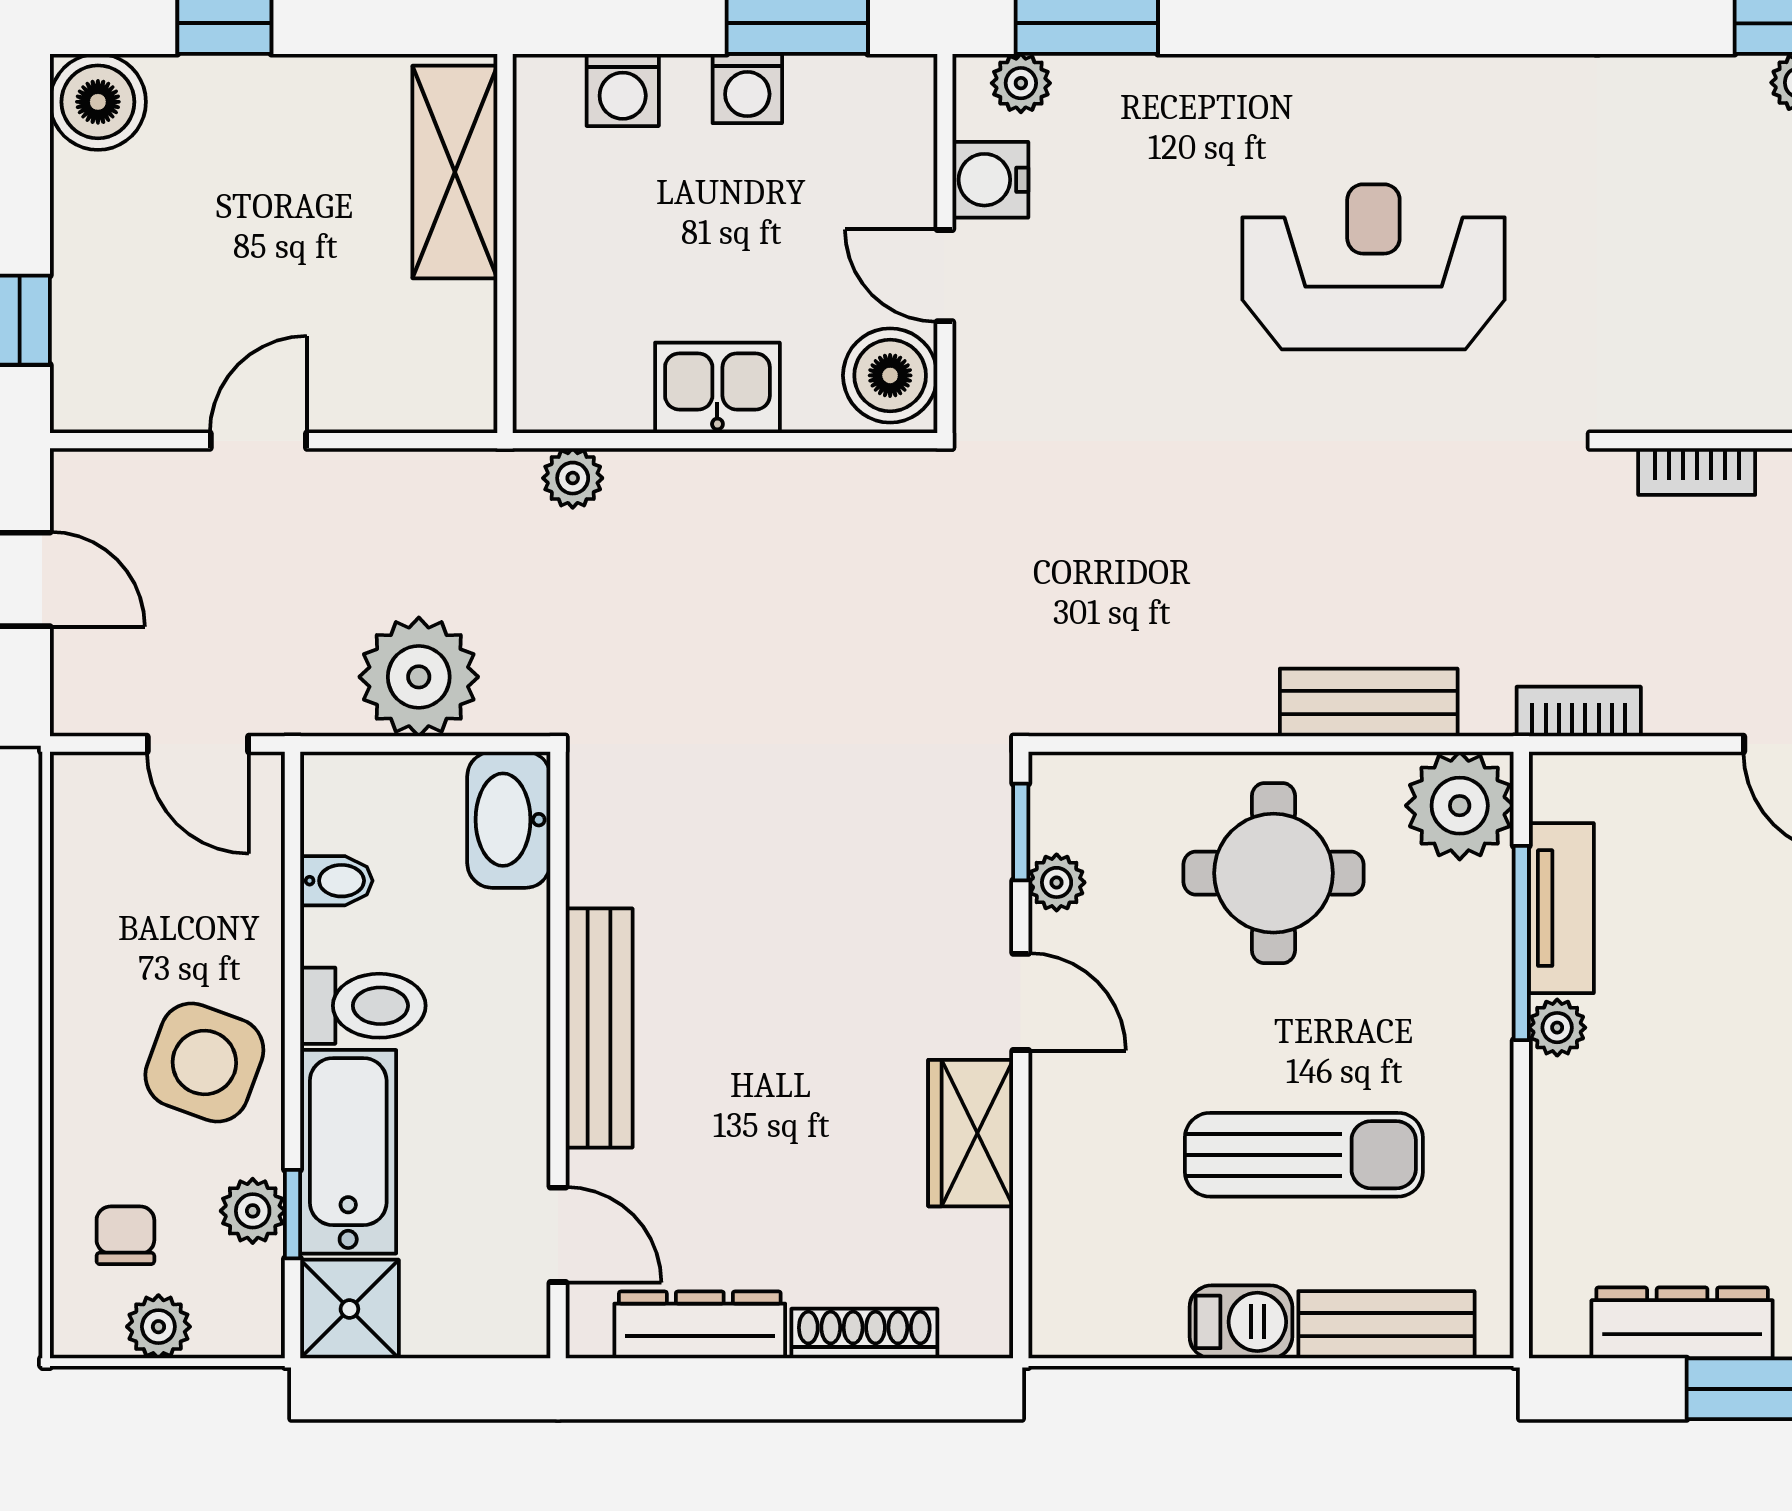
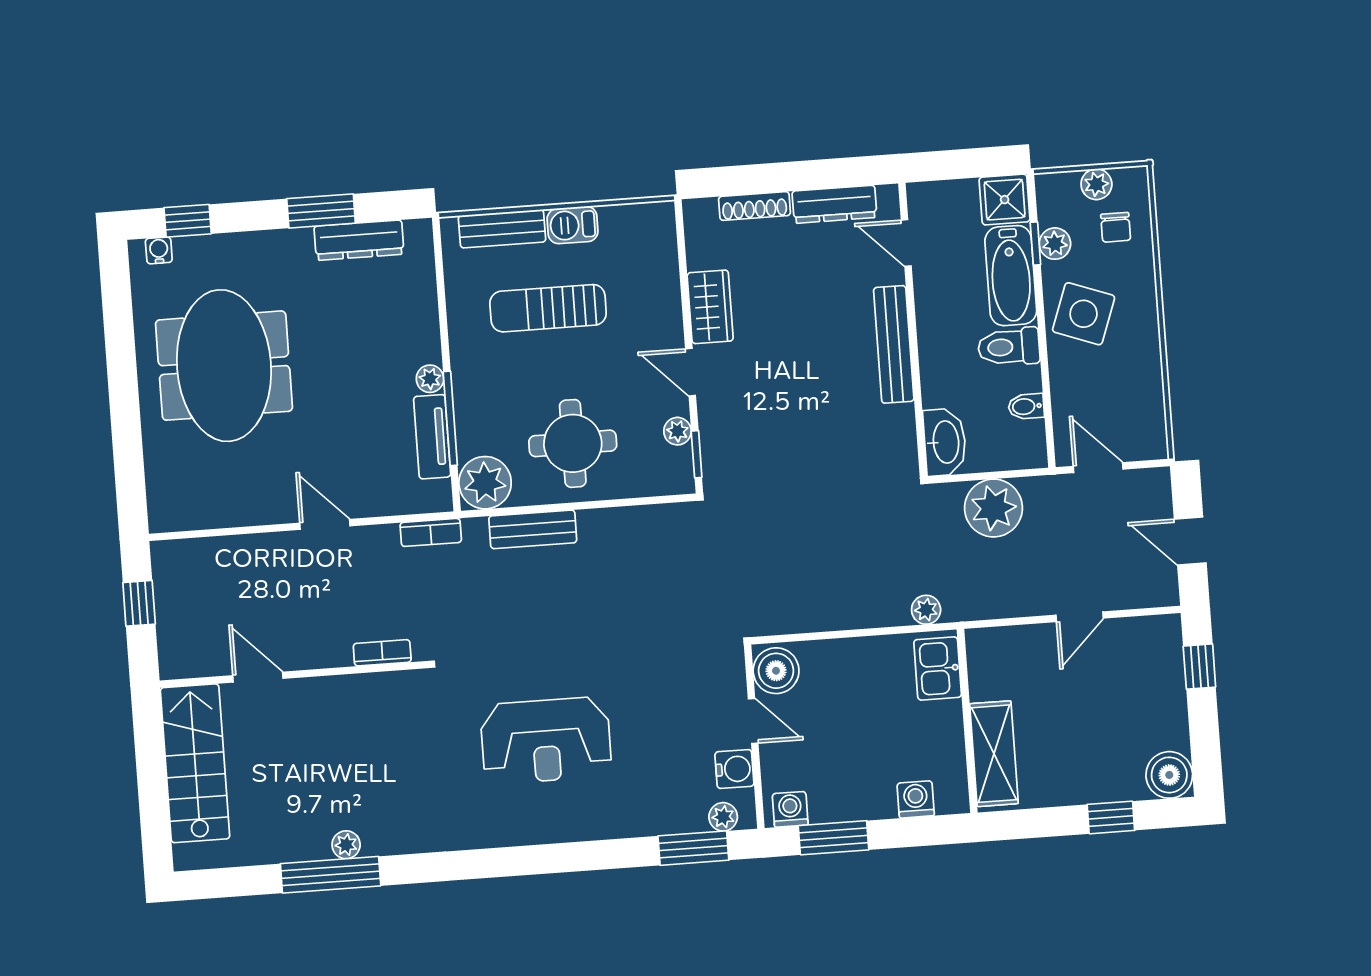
washing machine: (747, 88) -> (790, 809), moved
kitchen sink: (717, 388) -> (938, 668), moved, turned 90

